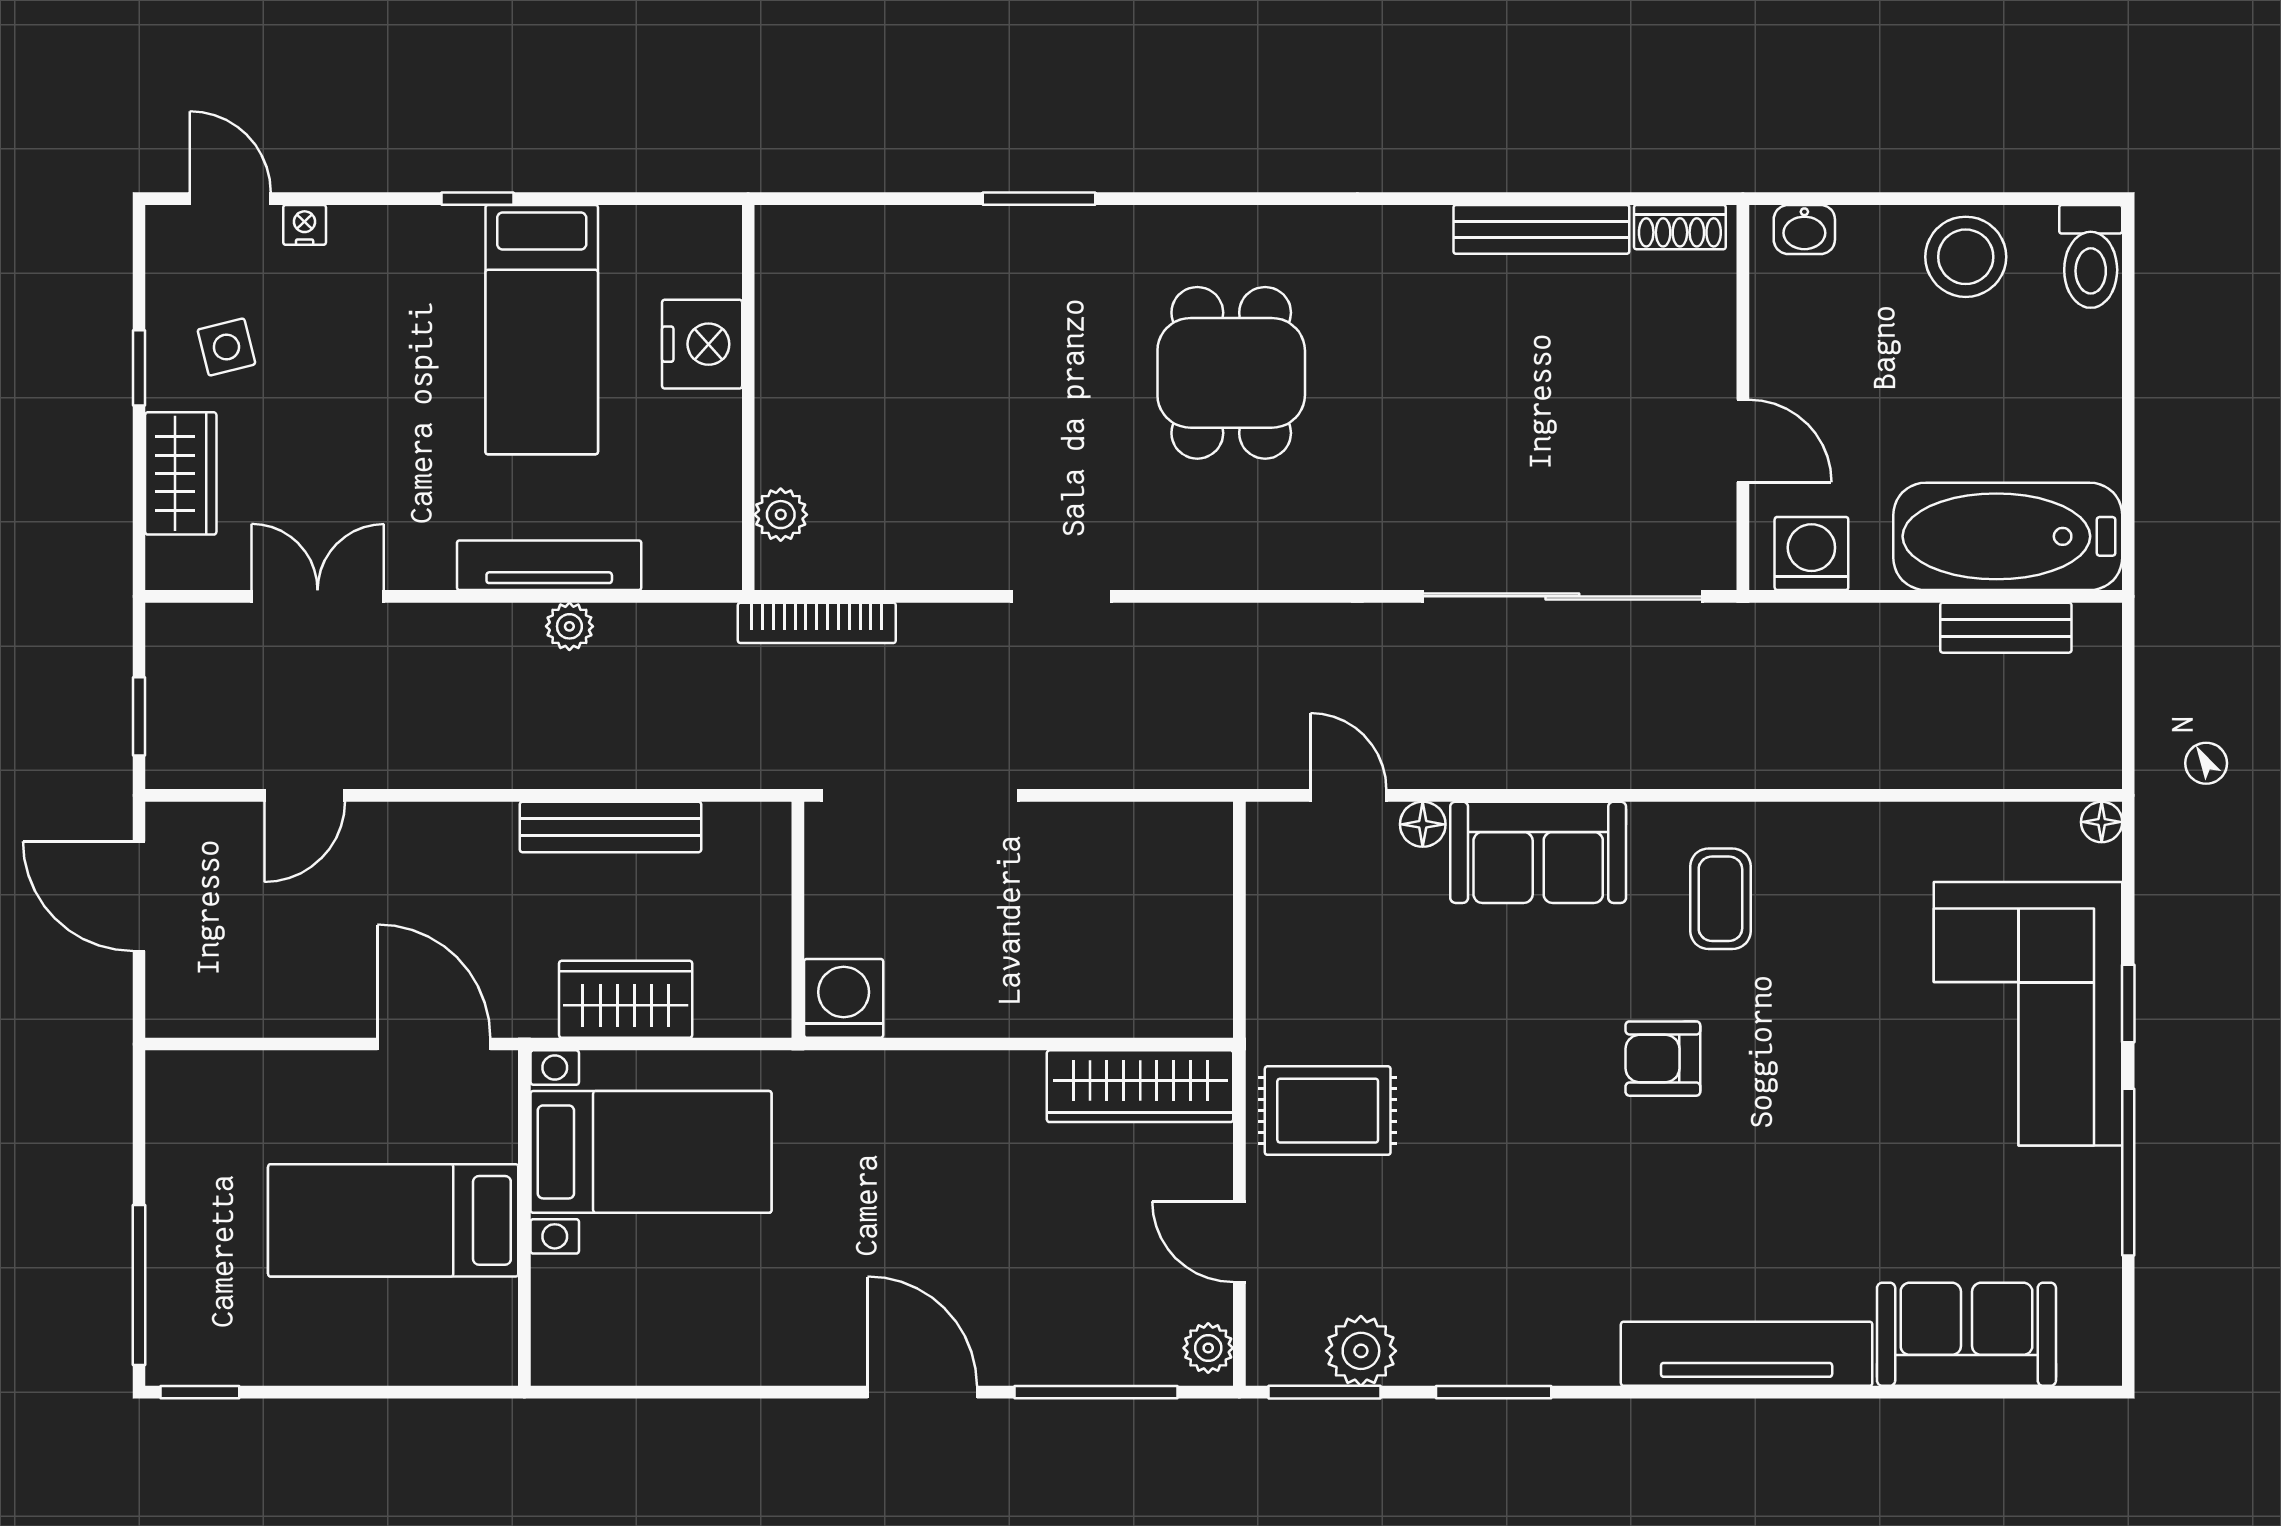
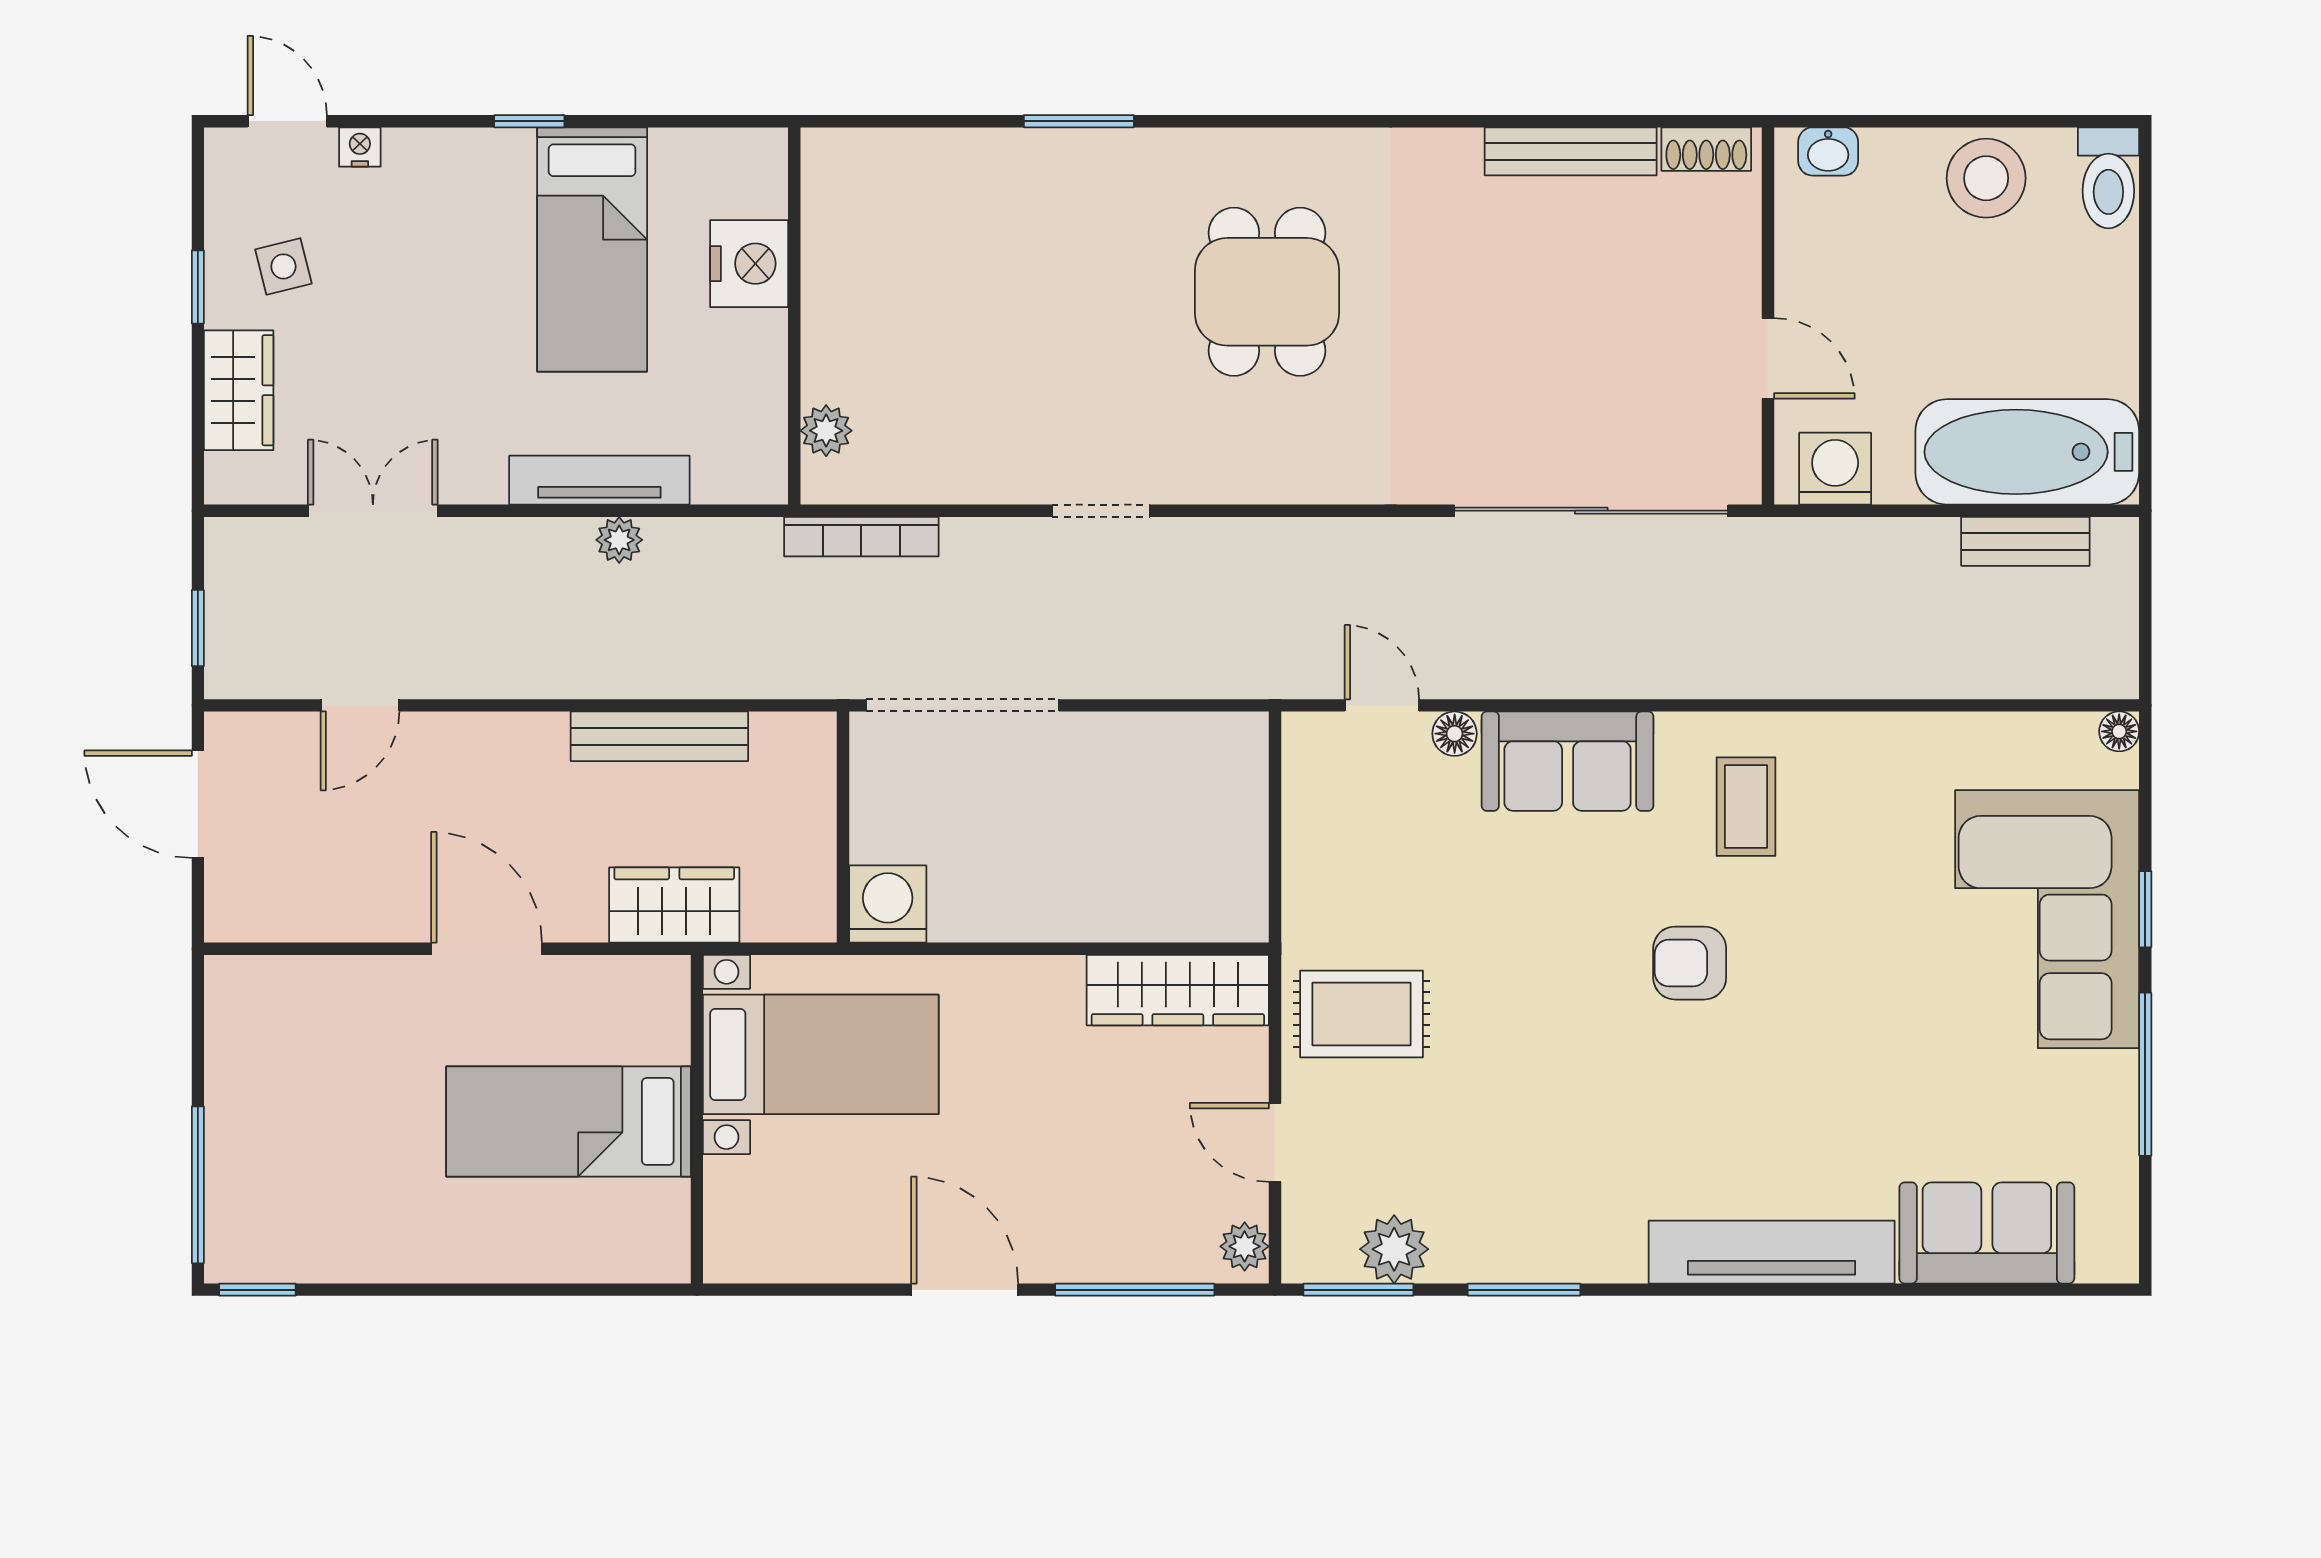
bed with nightstands: (651, 1152) -> (821, 1054), moved
wall: (524, 1218) -> (697, 1119), moved
bed: (393, 1220) -> (568, 1121), moved

